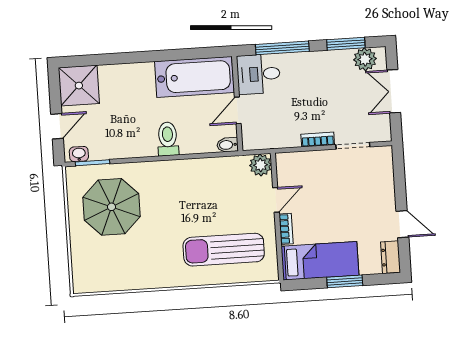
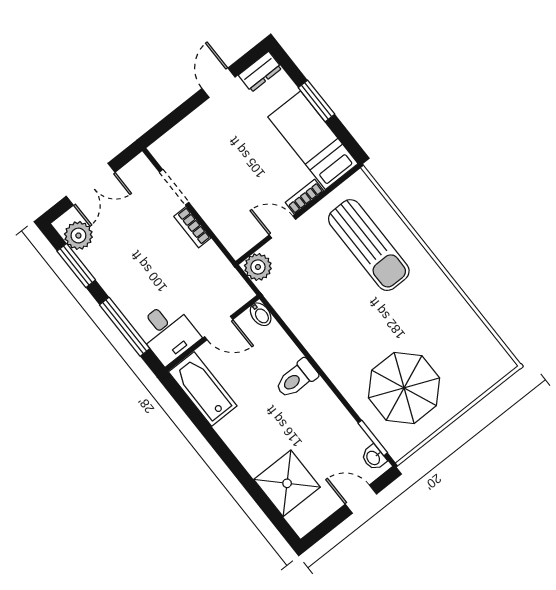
bathtub: (194, 77) -> (203, 389), width x0.73, depth x0.73
shower: (79, 86) -> (287, 483), moved

